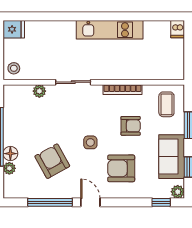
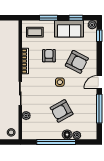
armchair: (52, 161) -> (62, 111), moved
armchair: (121, 168) -> (77, 62), turned -63

